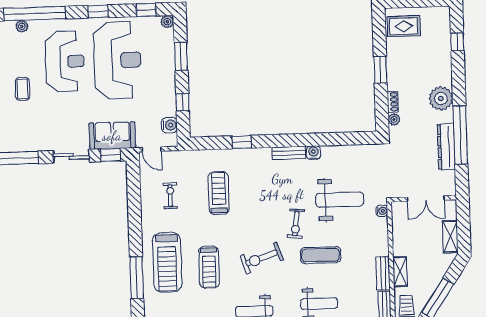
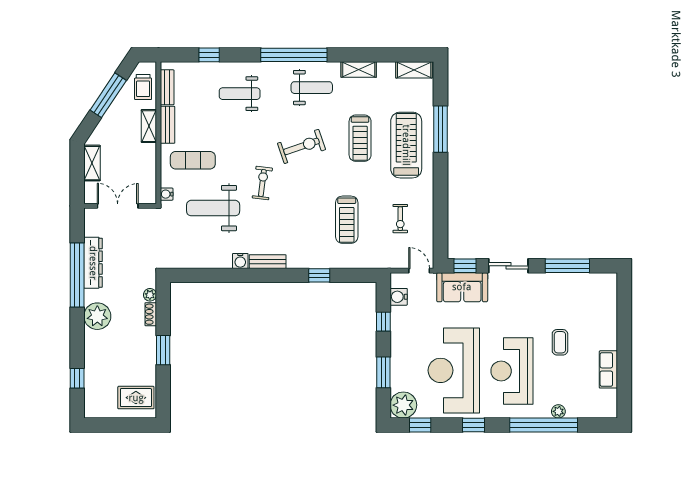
plant: (167, 22) -> (403, 405), width x1.87, depth x1.87
exercise mat: (321, 255) -> (193, 160), moved
treadmill: (209, 267) -> (360, 138), turned 180

